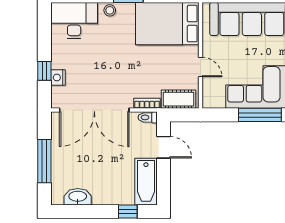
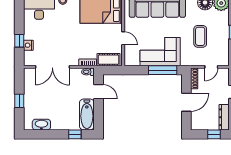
double door: (94, 110) -> (52, 67), width x0.73
window: (44, 161) -> (19, 101), width x0.46

